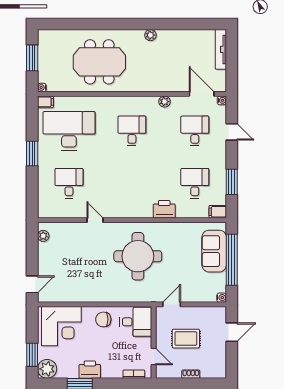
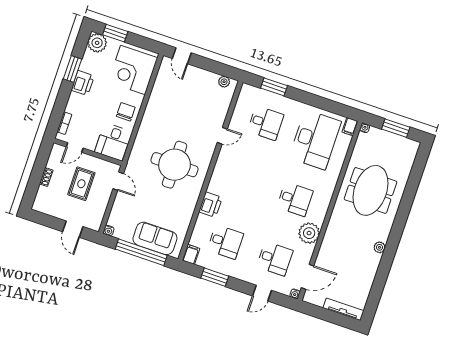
plant: (164, 102) -> (309, 233), width x1.88, depth x1.88
window: (32, 154) -> (274, 87), moved

